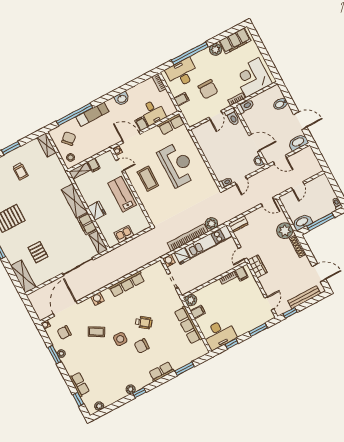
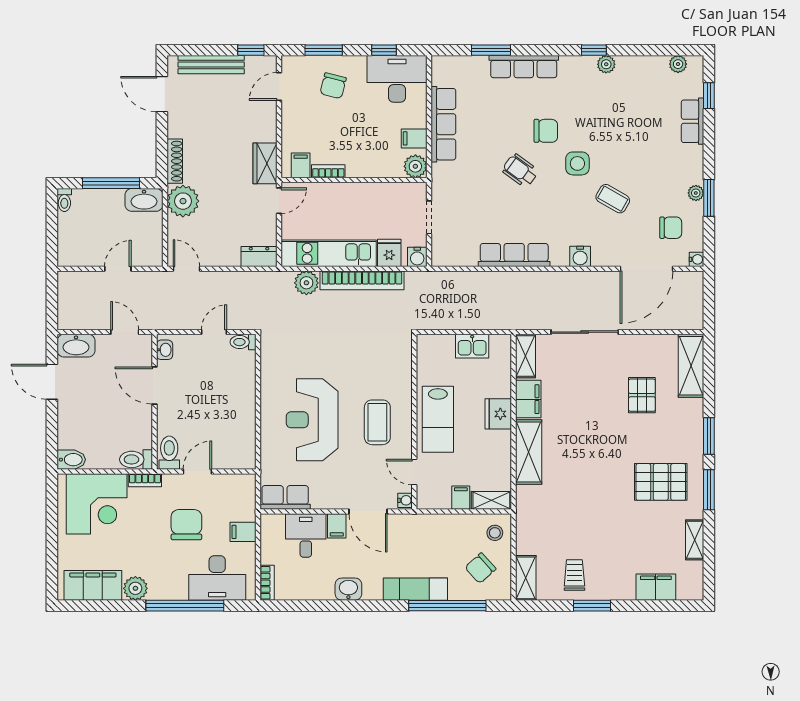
bidet: (280, 104) -> (71, 460), moved
trolley: (20, 171) -> (574, 575), moved
chair: (246, 316) -> (333, 86), added
row of seats: (161, 372) -> (524, 67), width x1.48

